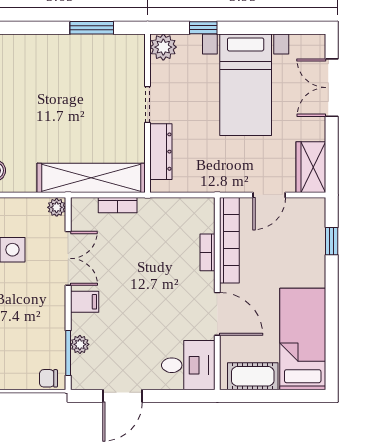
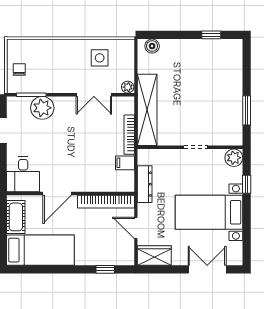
dresser: (161, 152) -> (145, 184), moved, turned -90
bookcase: (118, 205) -> (129, 135), width x1.56
bookcase: (207, 252) -> (98, 187), removed
filing cabinet: (85, 302) -> (125, 163), moved, turned 90
plant: (80, 344) -> (42, 108), width x1.87, depth x1.87
chair: (48, 378) -> (19, 70), moved

